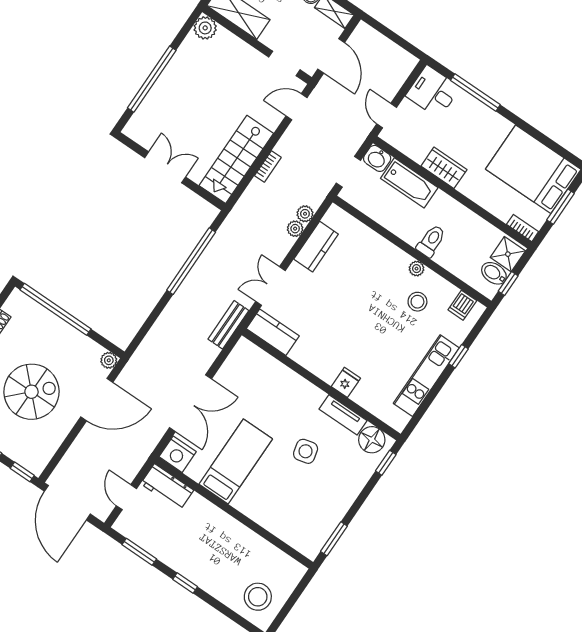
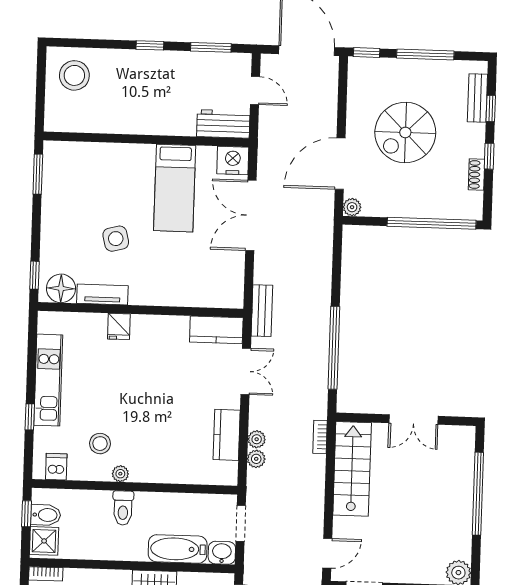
bookcase: (268, 166) -> (320, 437), moved

